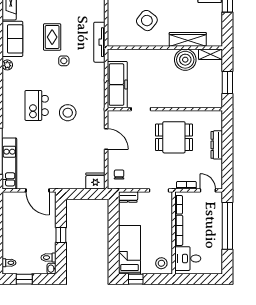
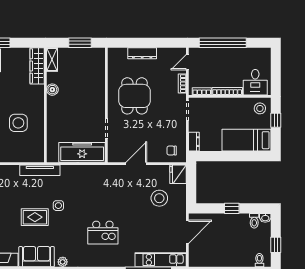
side table: (147, 21) -> (18, 123), turned -38
wardrobe: (188, 39) -> (37, 66), moved
boiler: (185, 60) -> (52, 90), width x0.54, depth x0.54
stool: (68, 113) -> (159, 198), moved
window: (136, 279) -> (276, 120), moved

